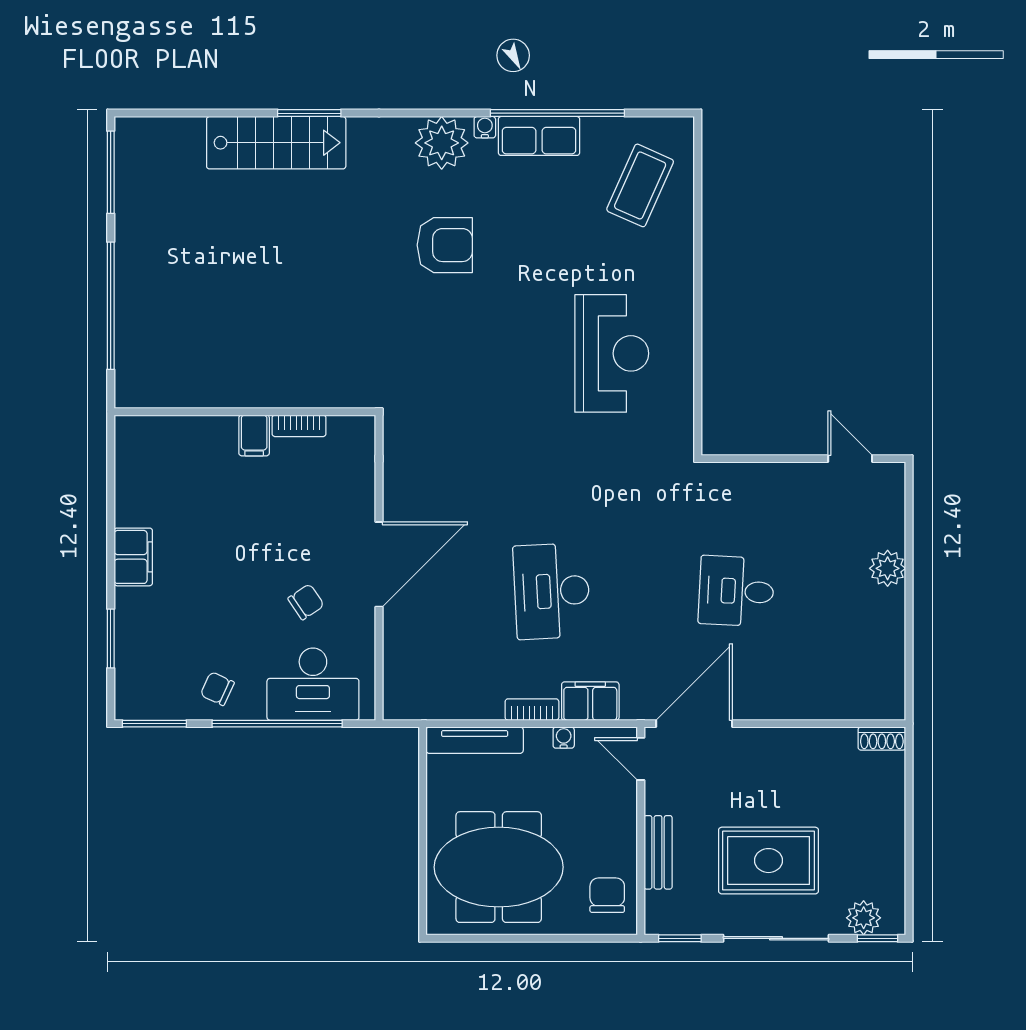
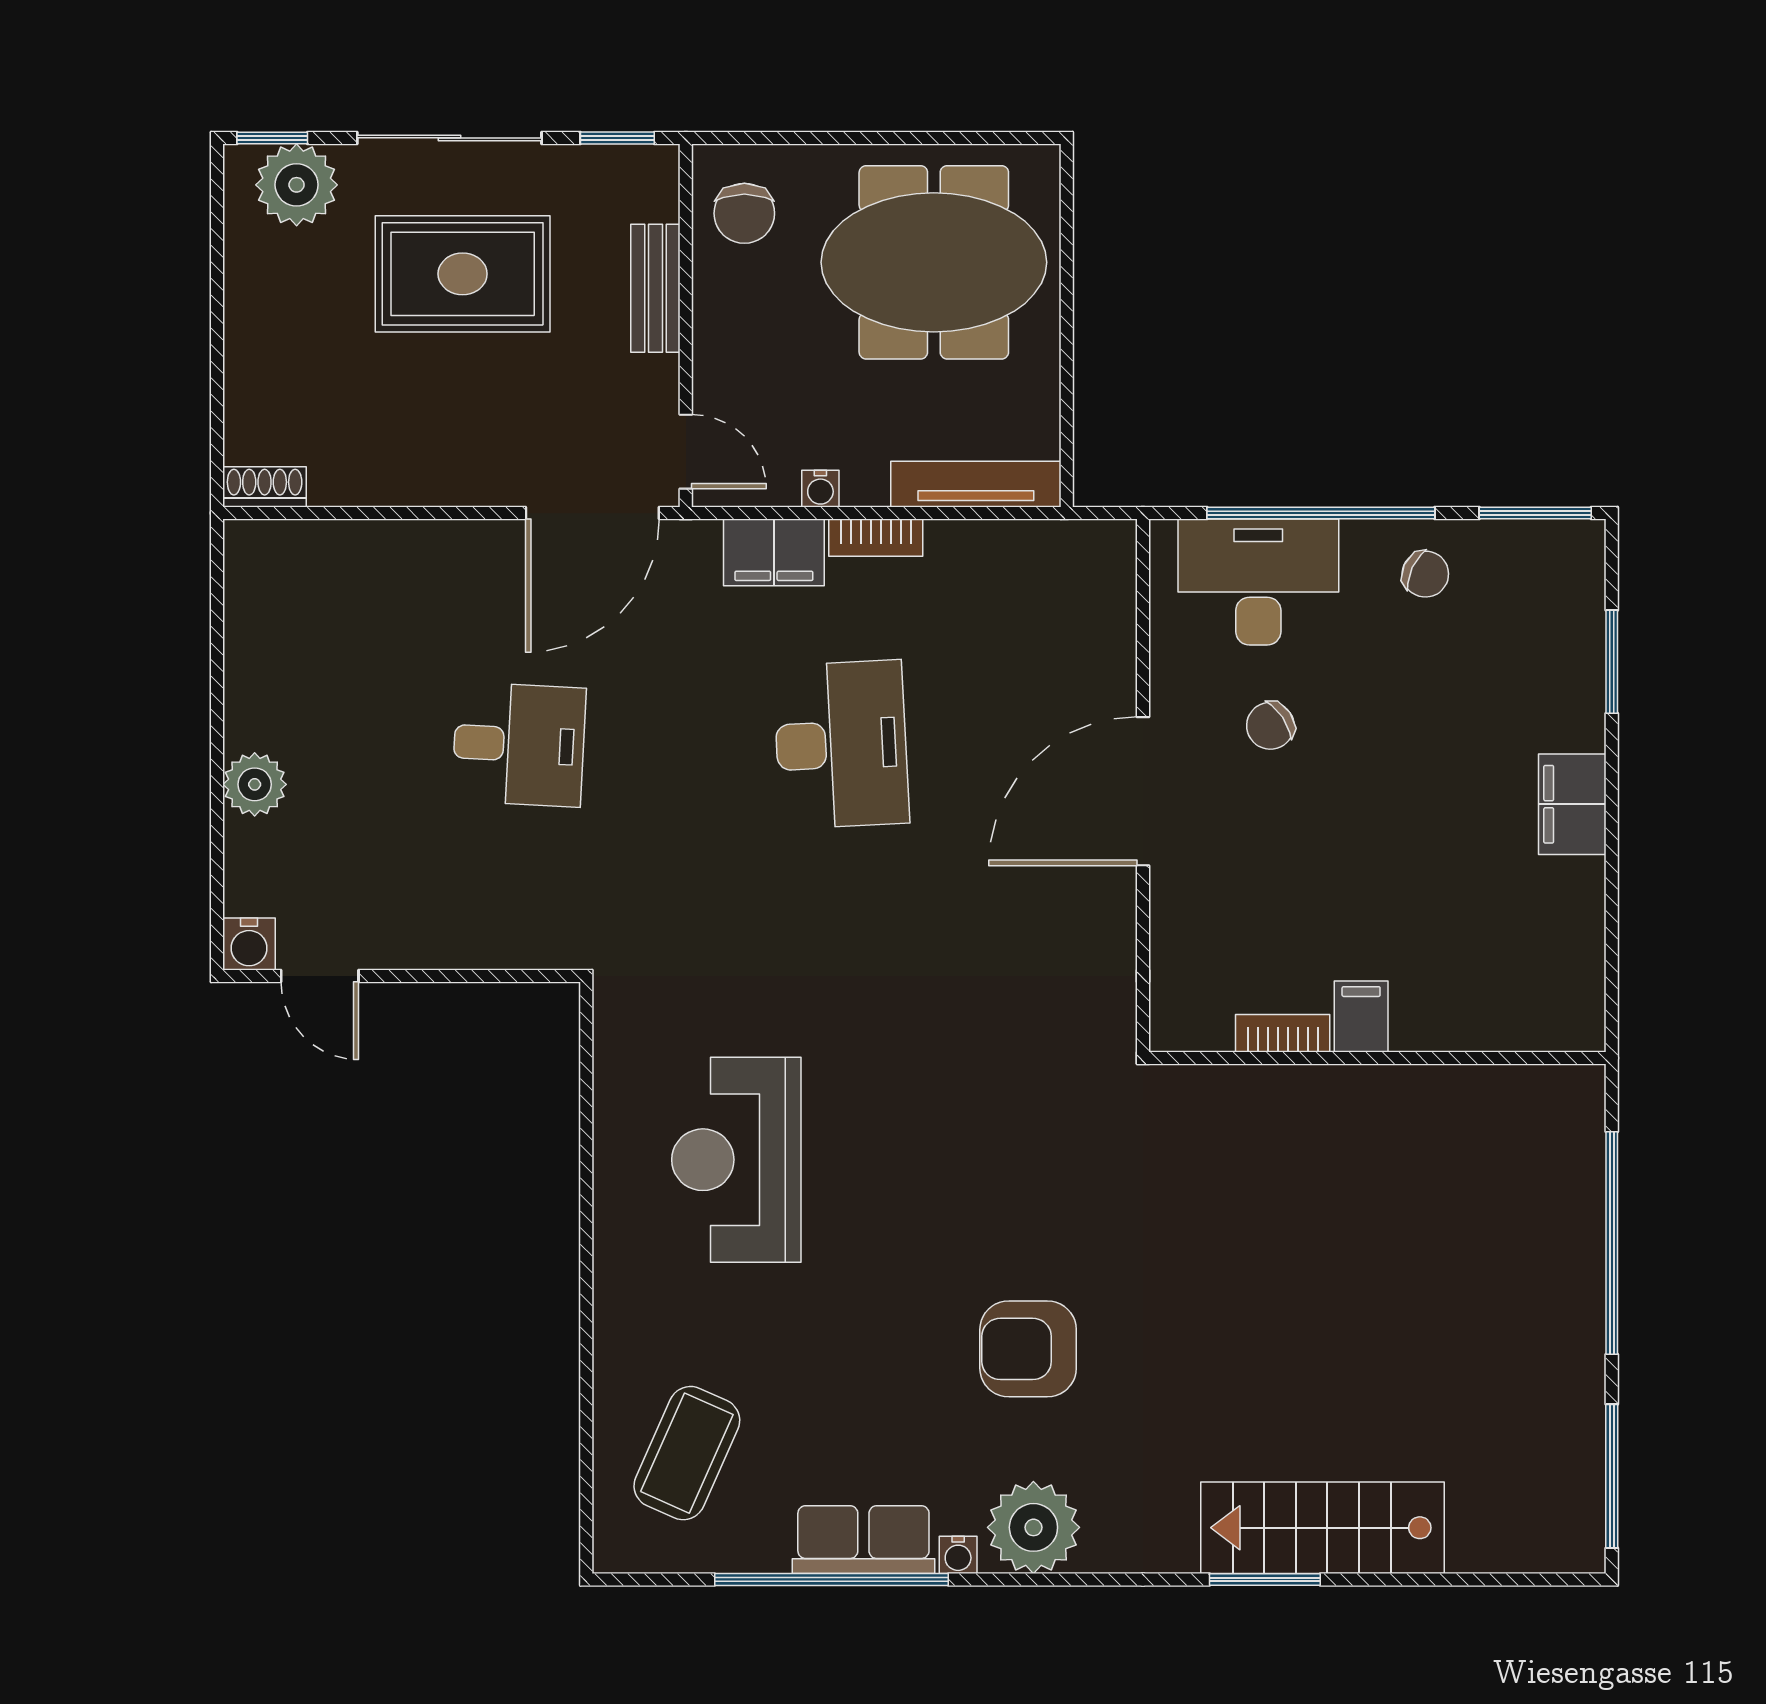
water cooler: (891, 477) -> (249, 944), added
plant: (864, 918) -> (297, 185), width x1.36, depth x1.36

